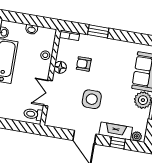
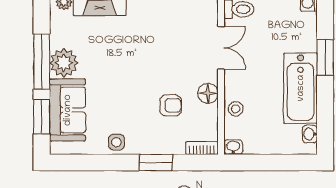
washbasin: (32, 30) -> (233, 147), moved
side table: (92, 99) -> (116, 142), moved, width x0.54, depth x0.54

